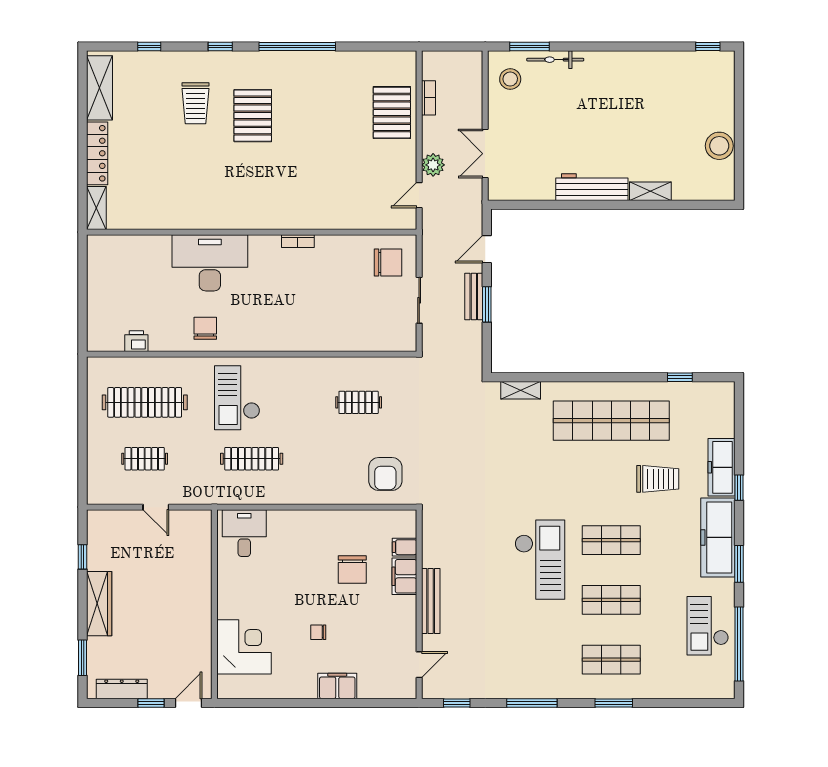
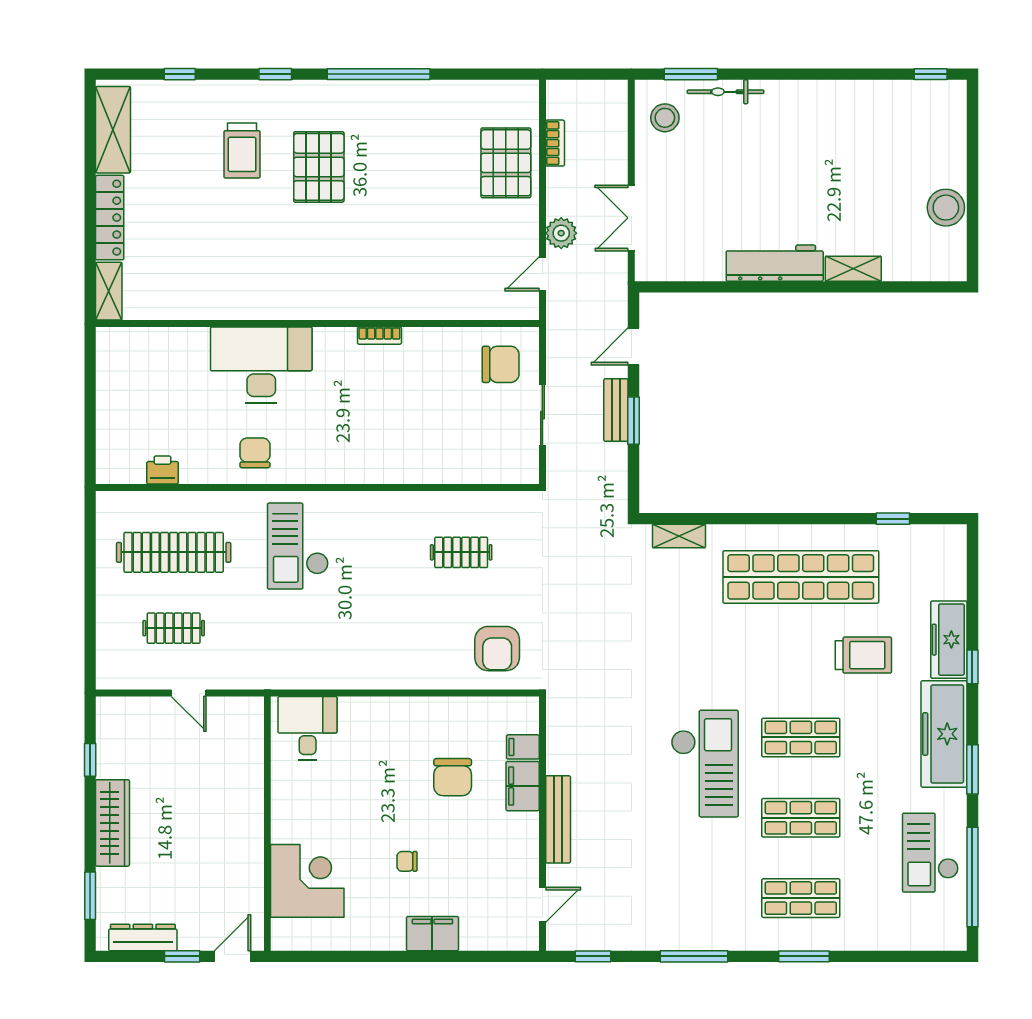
clothes rail: (252, 459) -> (317, 628), removed

